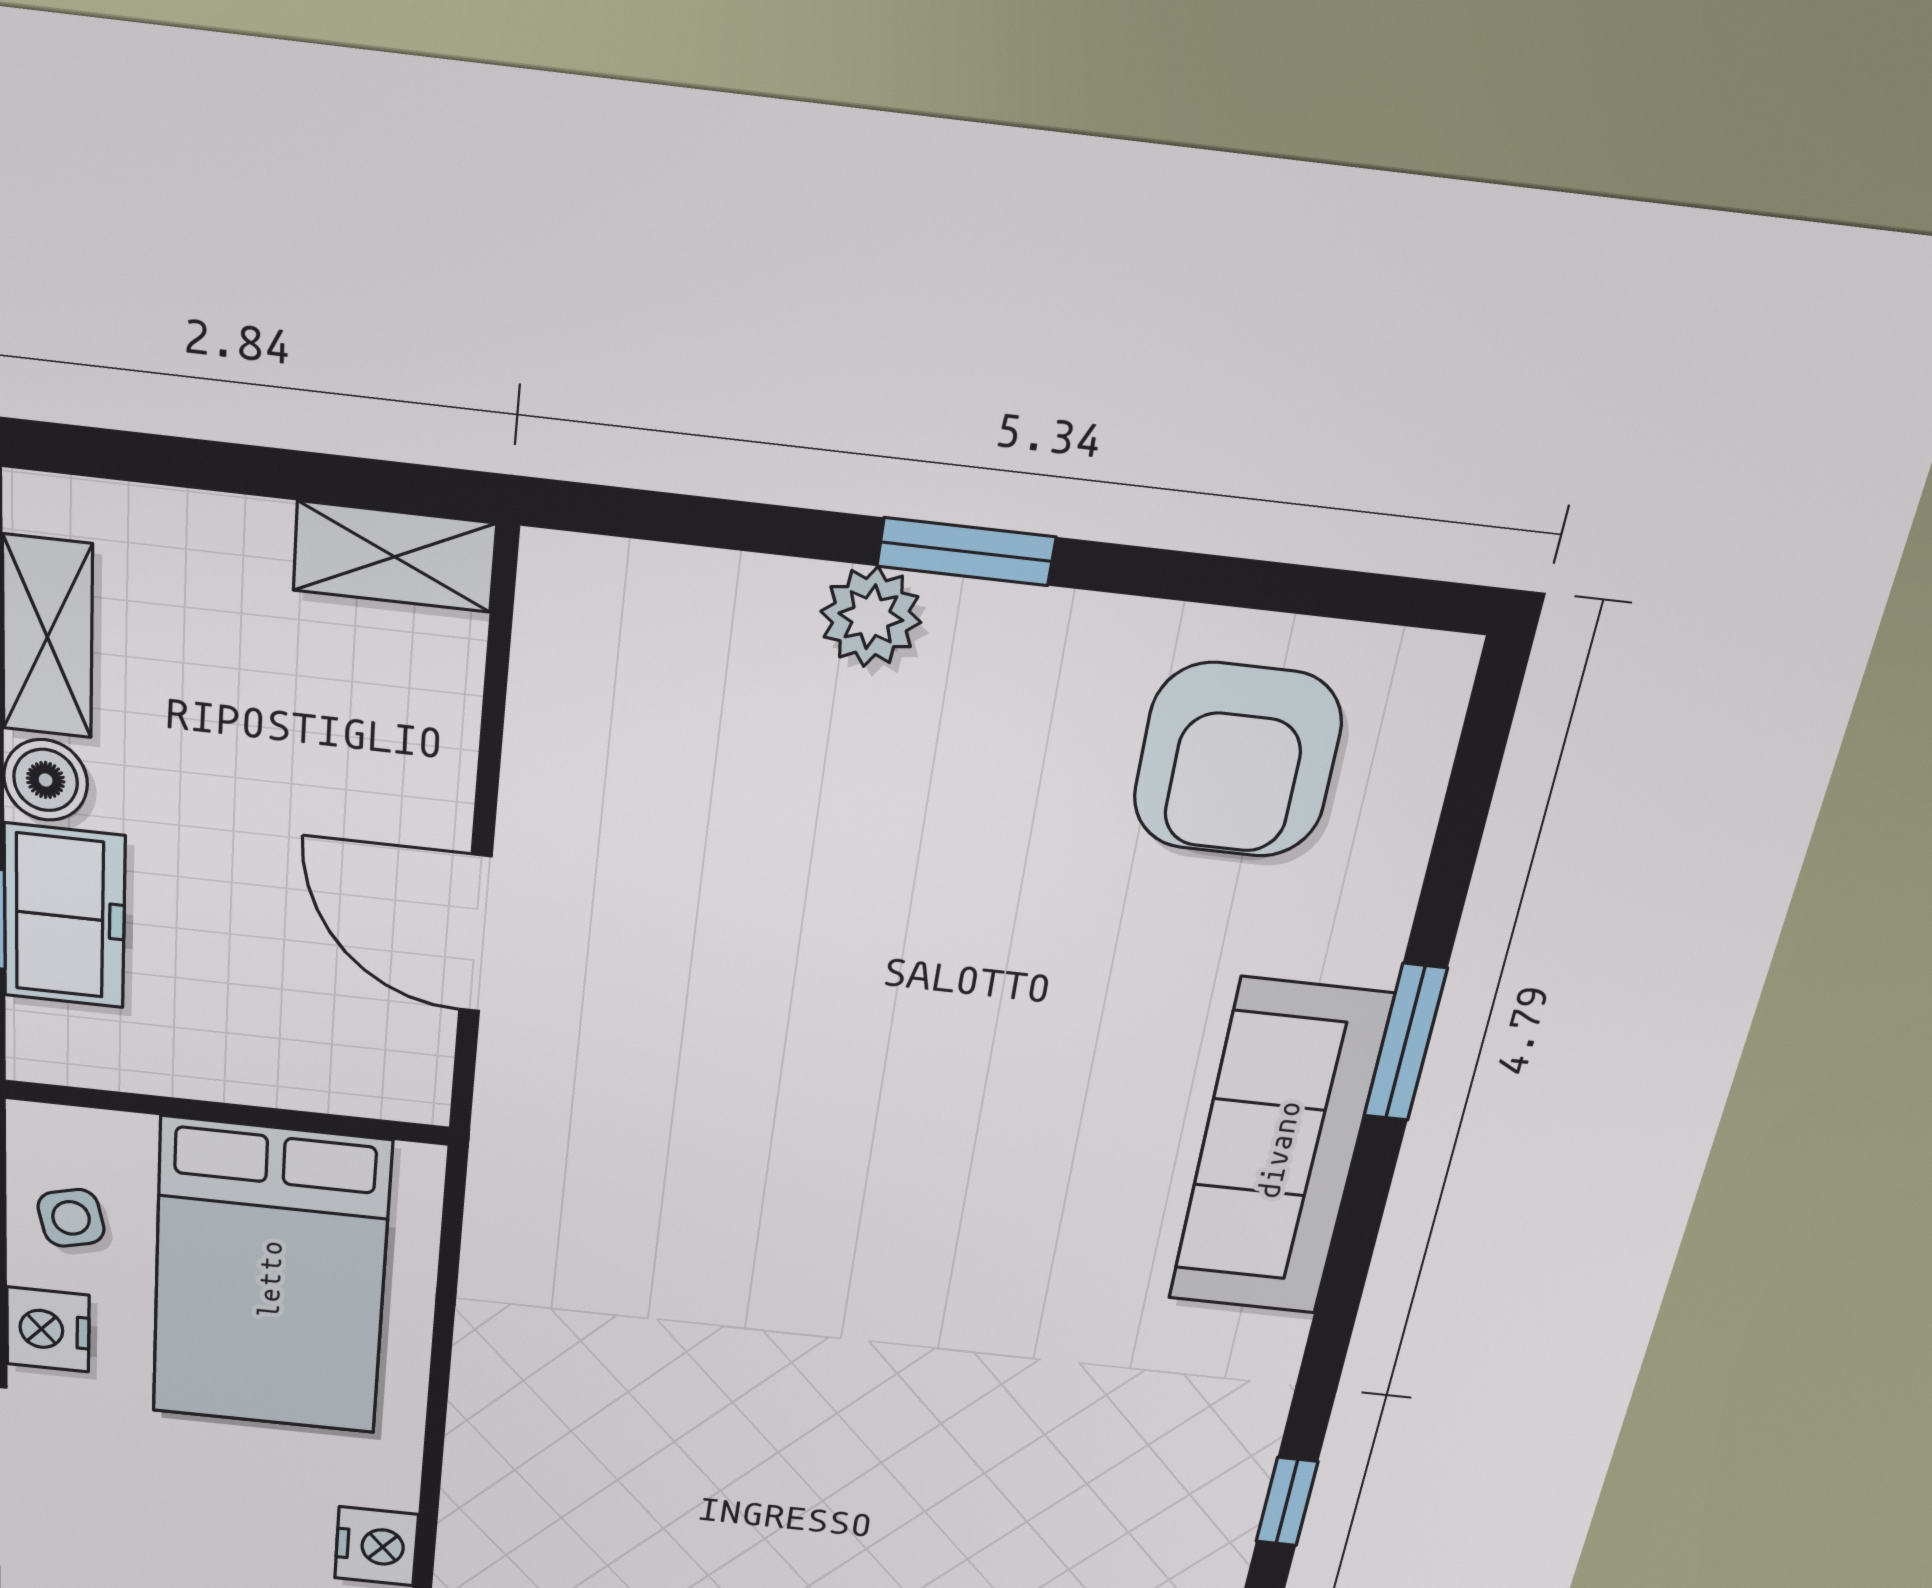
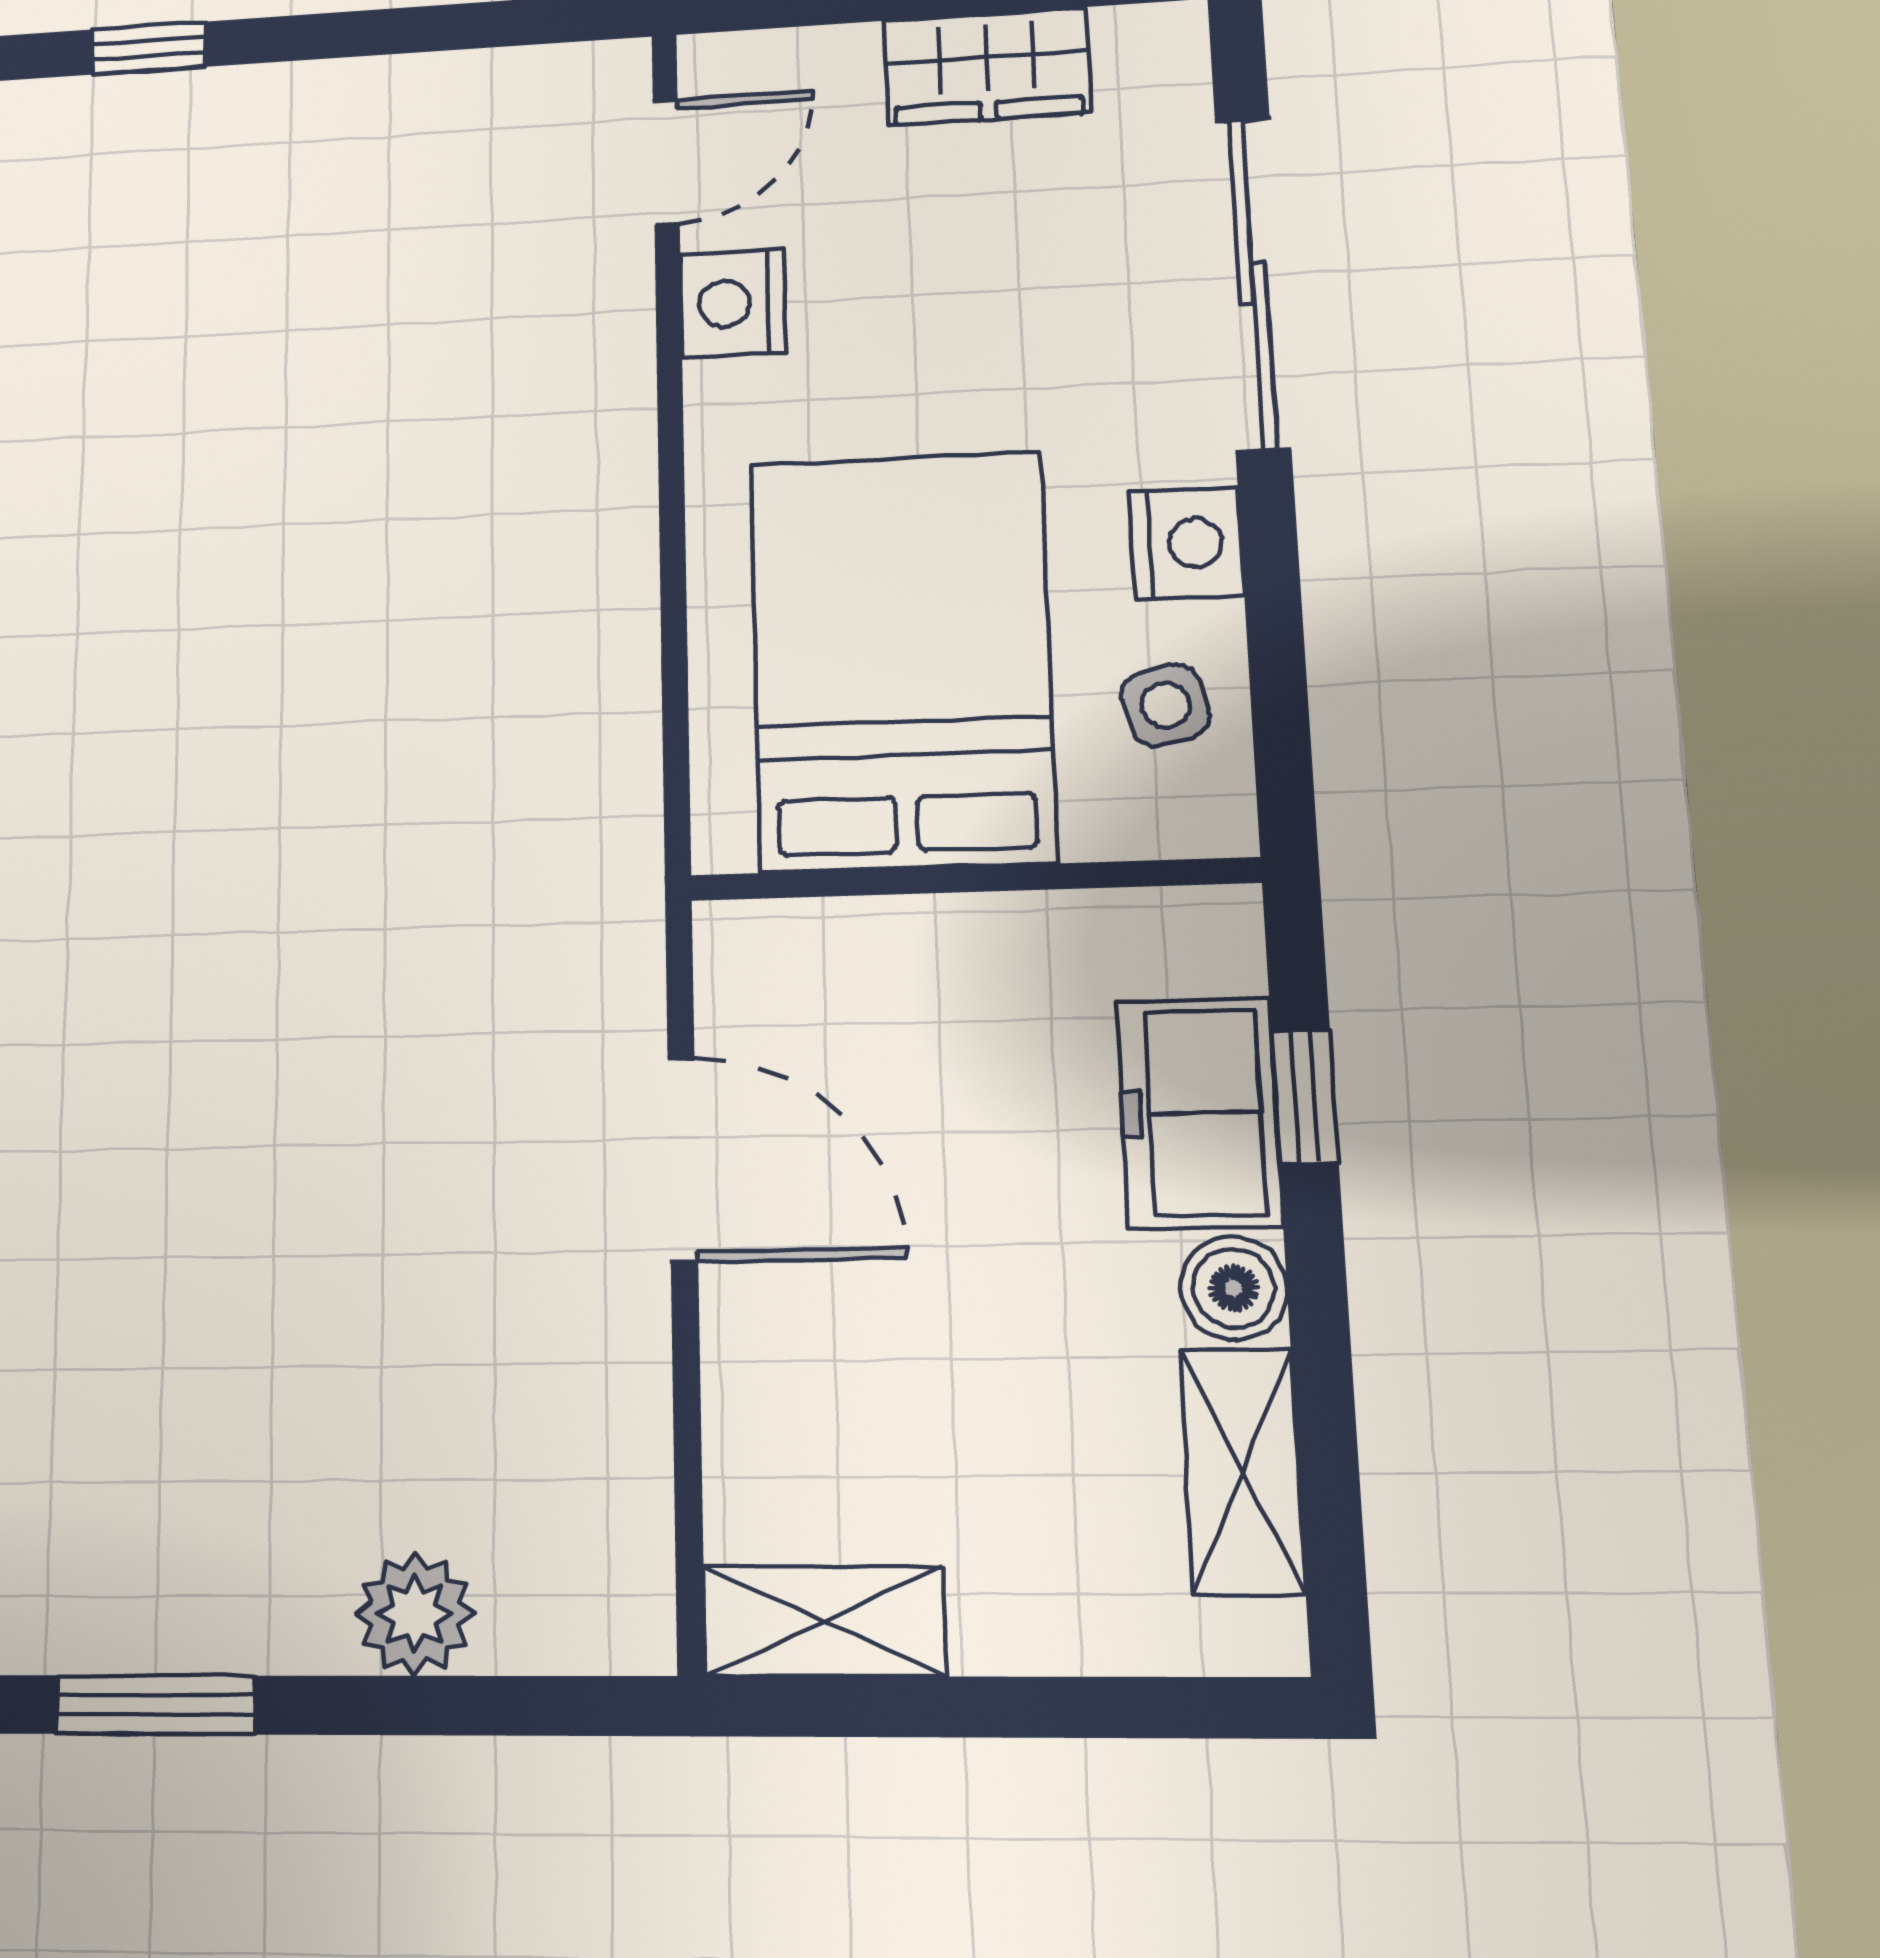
plant: (871, 617) -> (415, 1614), moved

